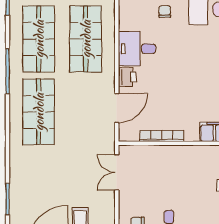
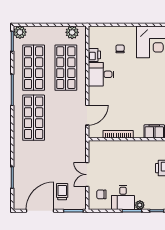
printer: (127, 77) -> (94, 55), moved
double door: (117, 172) -> (87, 175), moved

